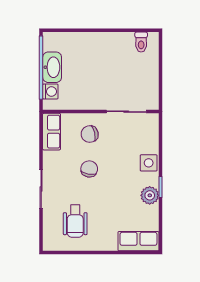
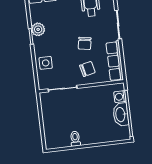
toilet: (141, 42) -> (75, 139), moved
row of seats: (51, 132) -> (115, 61), width x1.48
side table: (149, 163) -> (46, 63), moved

